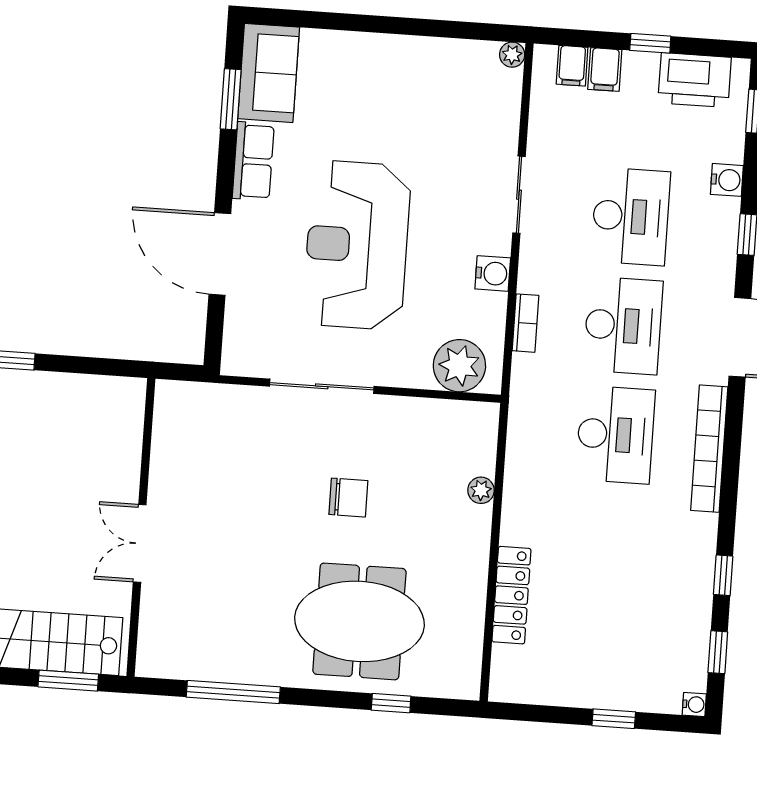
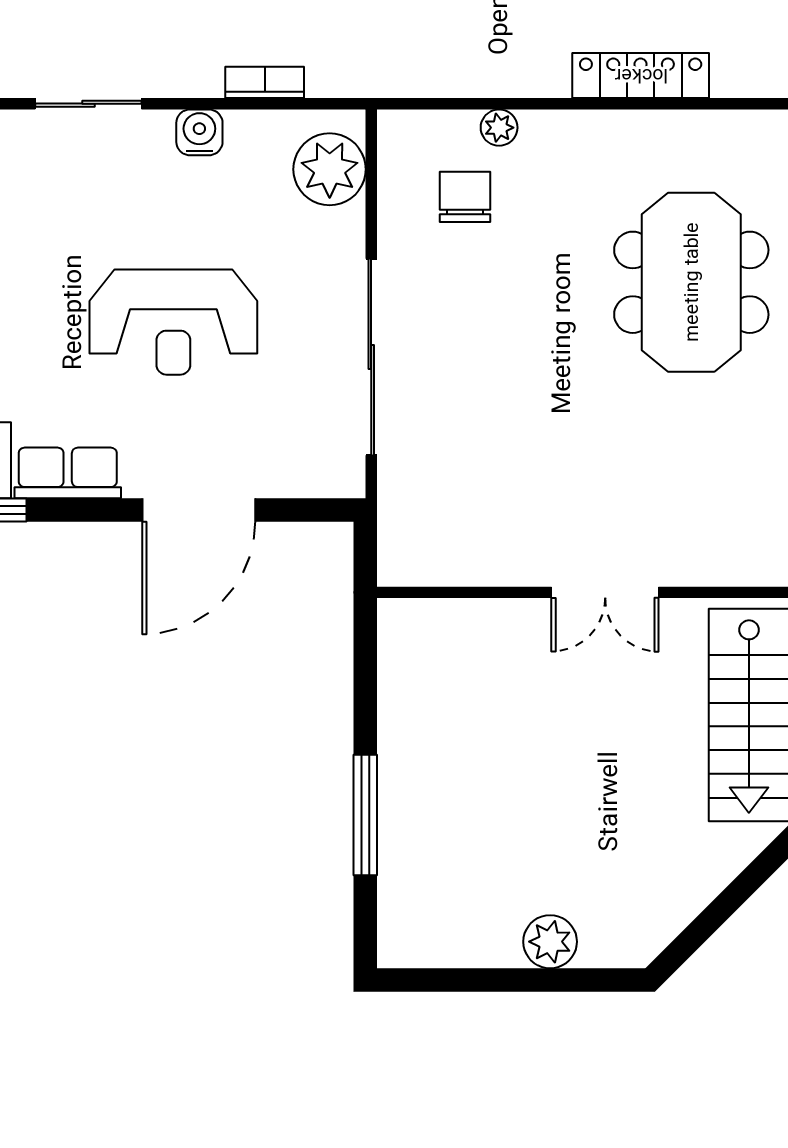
reception desk: (357, 245) -> (173, 322), width x0.74, depth x0.77
sliding door: (322, 386) -> (371, 357), width x1.36
chair: (348, 498) -> (465, 197), moved

